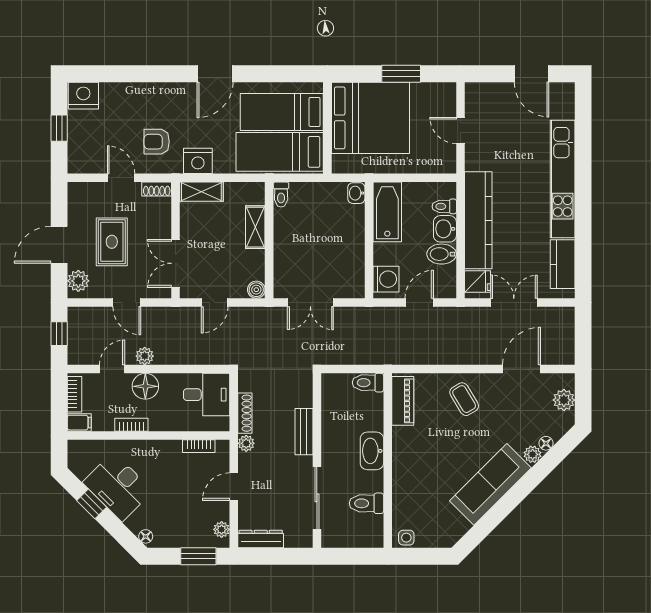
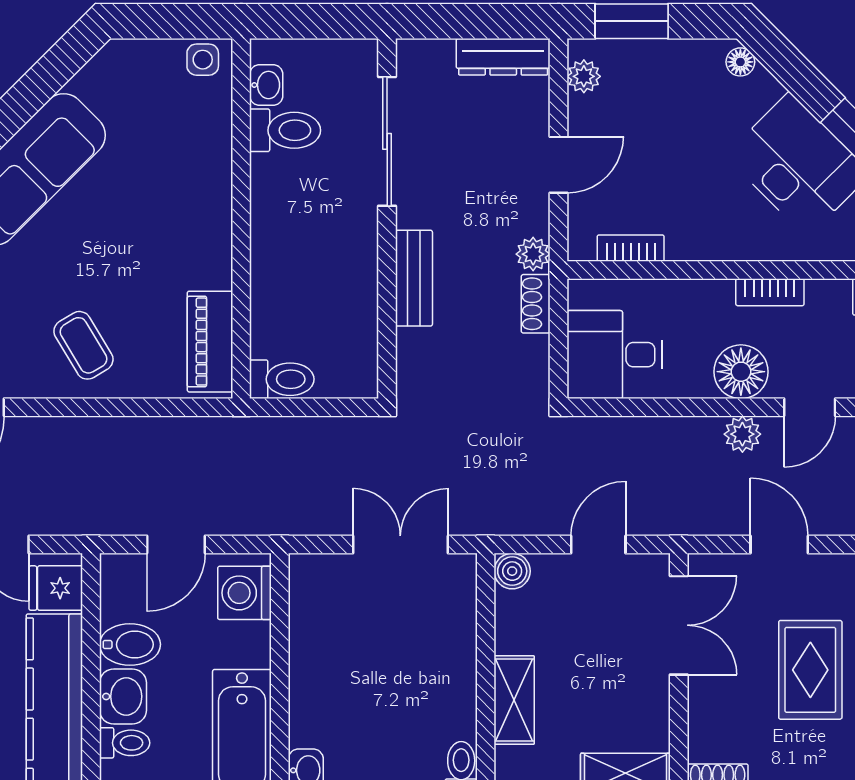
shoe rack: (245, 413) -> (536, 304), width x0.70
washbasin: (372, 451) -> (266, 85), moved, width x0.52, depth x0.69

